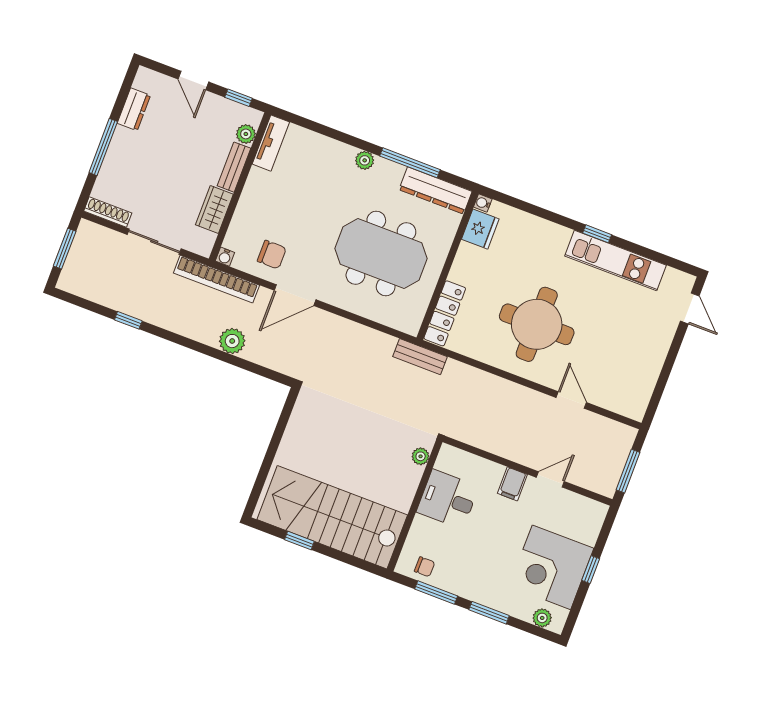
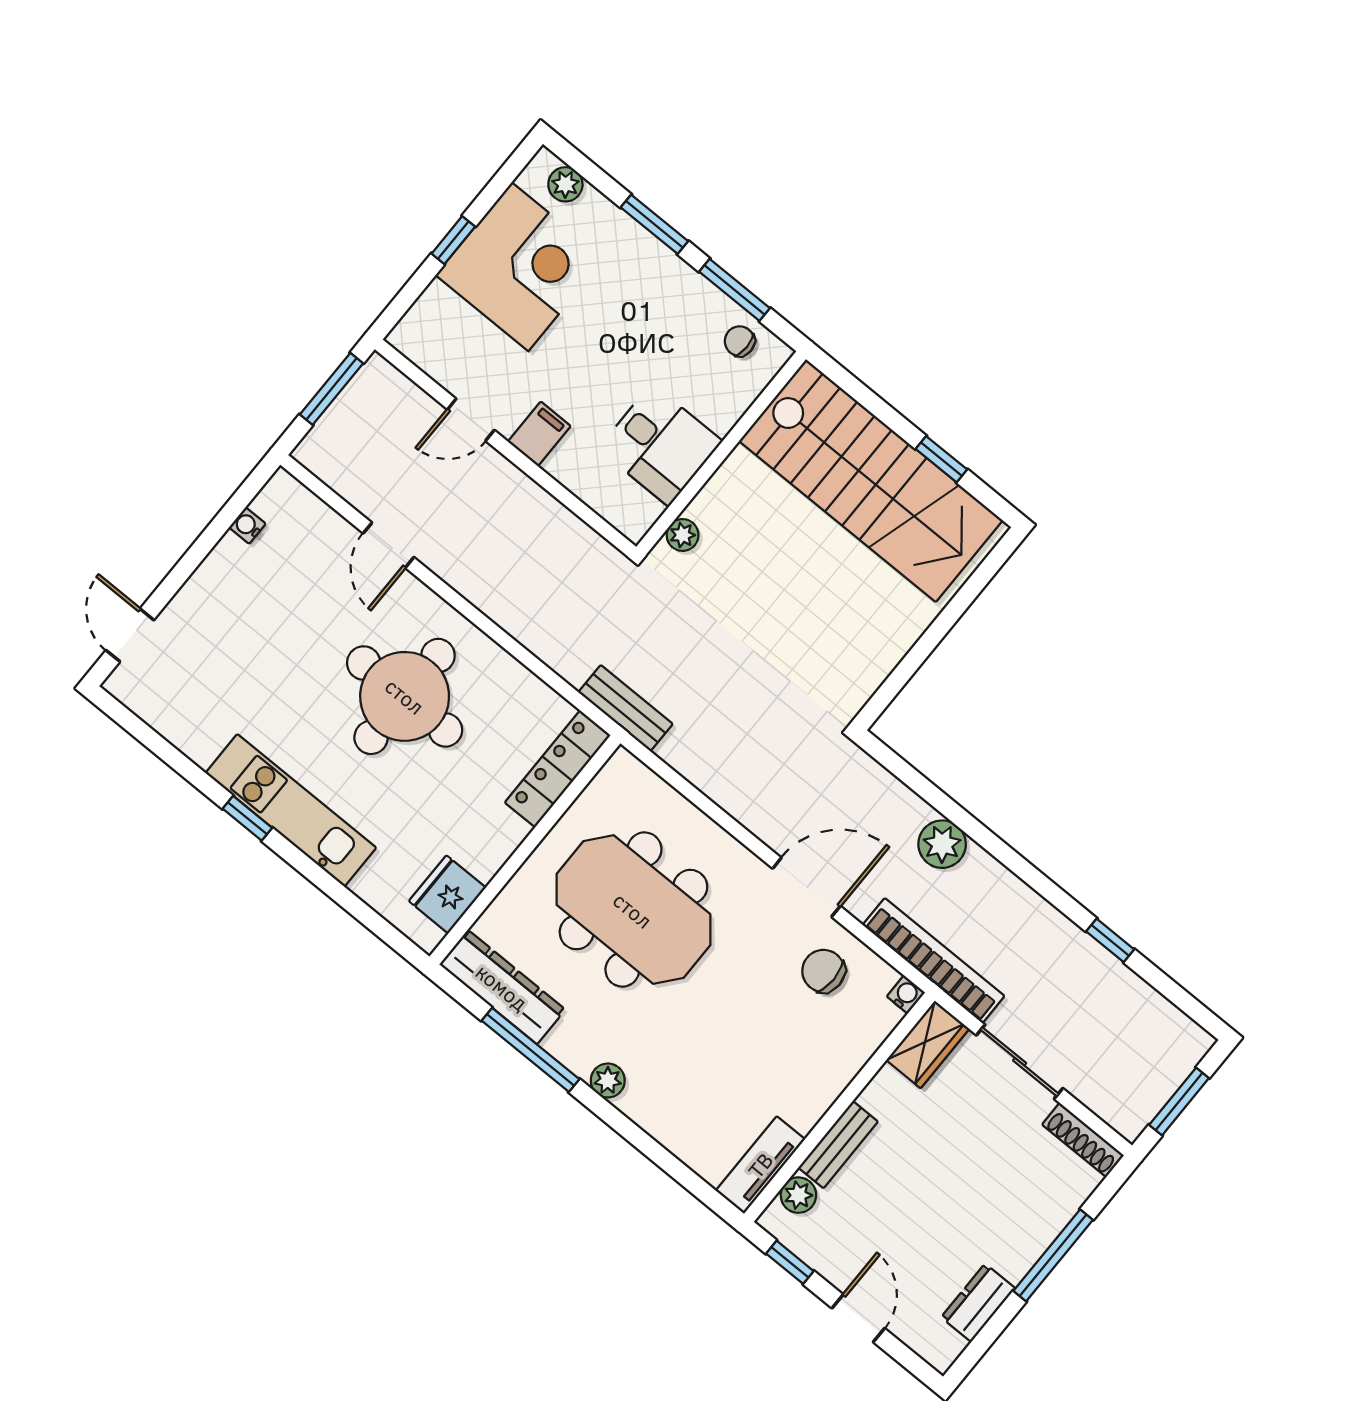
water cooler: (483, 203) -> (247, 526), moved, turned 180
wardrobe: (214, 209) -> (928, 1044), moved
kitchen unit: (615, 261) -> (291, 810), moved

